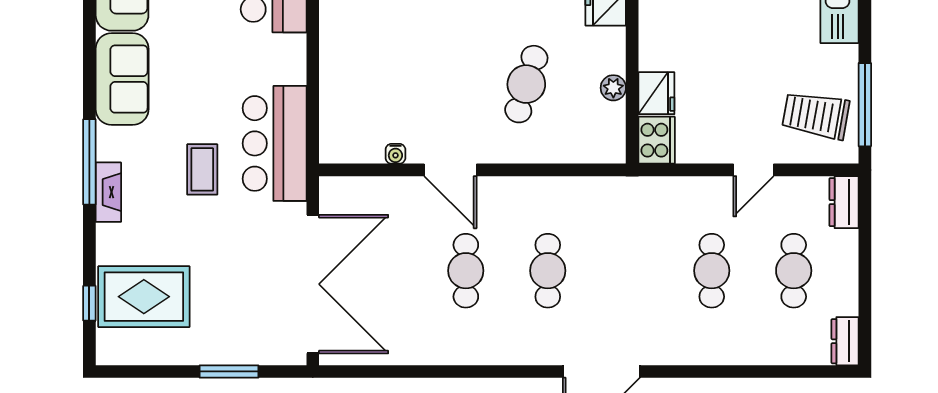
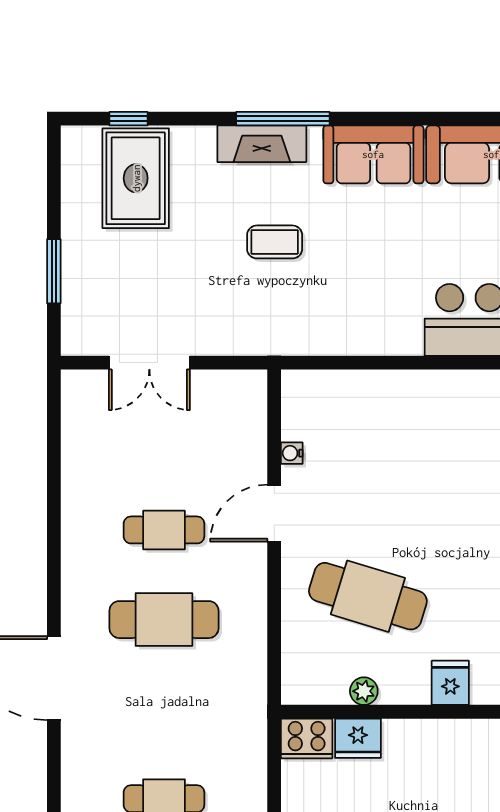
cafe table: (526, 84) -> (368, 596), width x1.37, depth x1.35
bar counter: (275, 143) -> (303, 321), removed
fireplace: (108, 192) -> (262, 144), width x1.37, depth x1.32
cafe table: (548, 271) -> (164, 620), width x1.37, depth x1.35
double door: (313, 284) -> (149, 363), width x0.54

